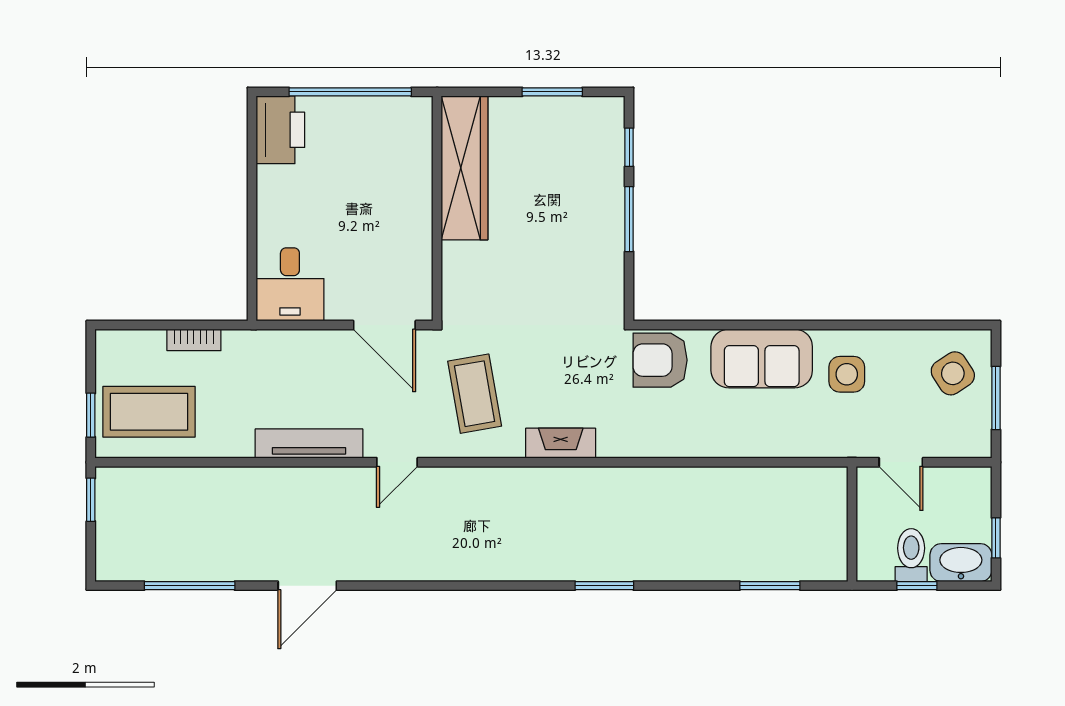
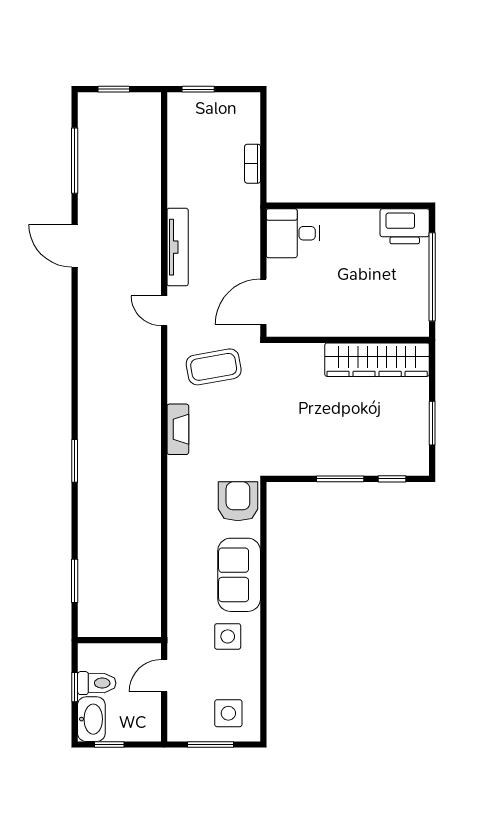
side table: (953, 373) -> (228, 713), turned 33
coffee table: (149, 412) -> (201, 131), removed
window: (91, 500) -> (114, 89), moved

